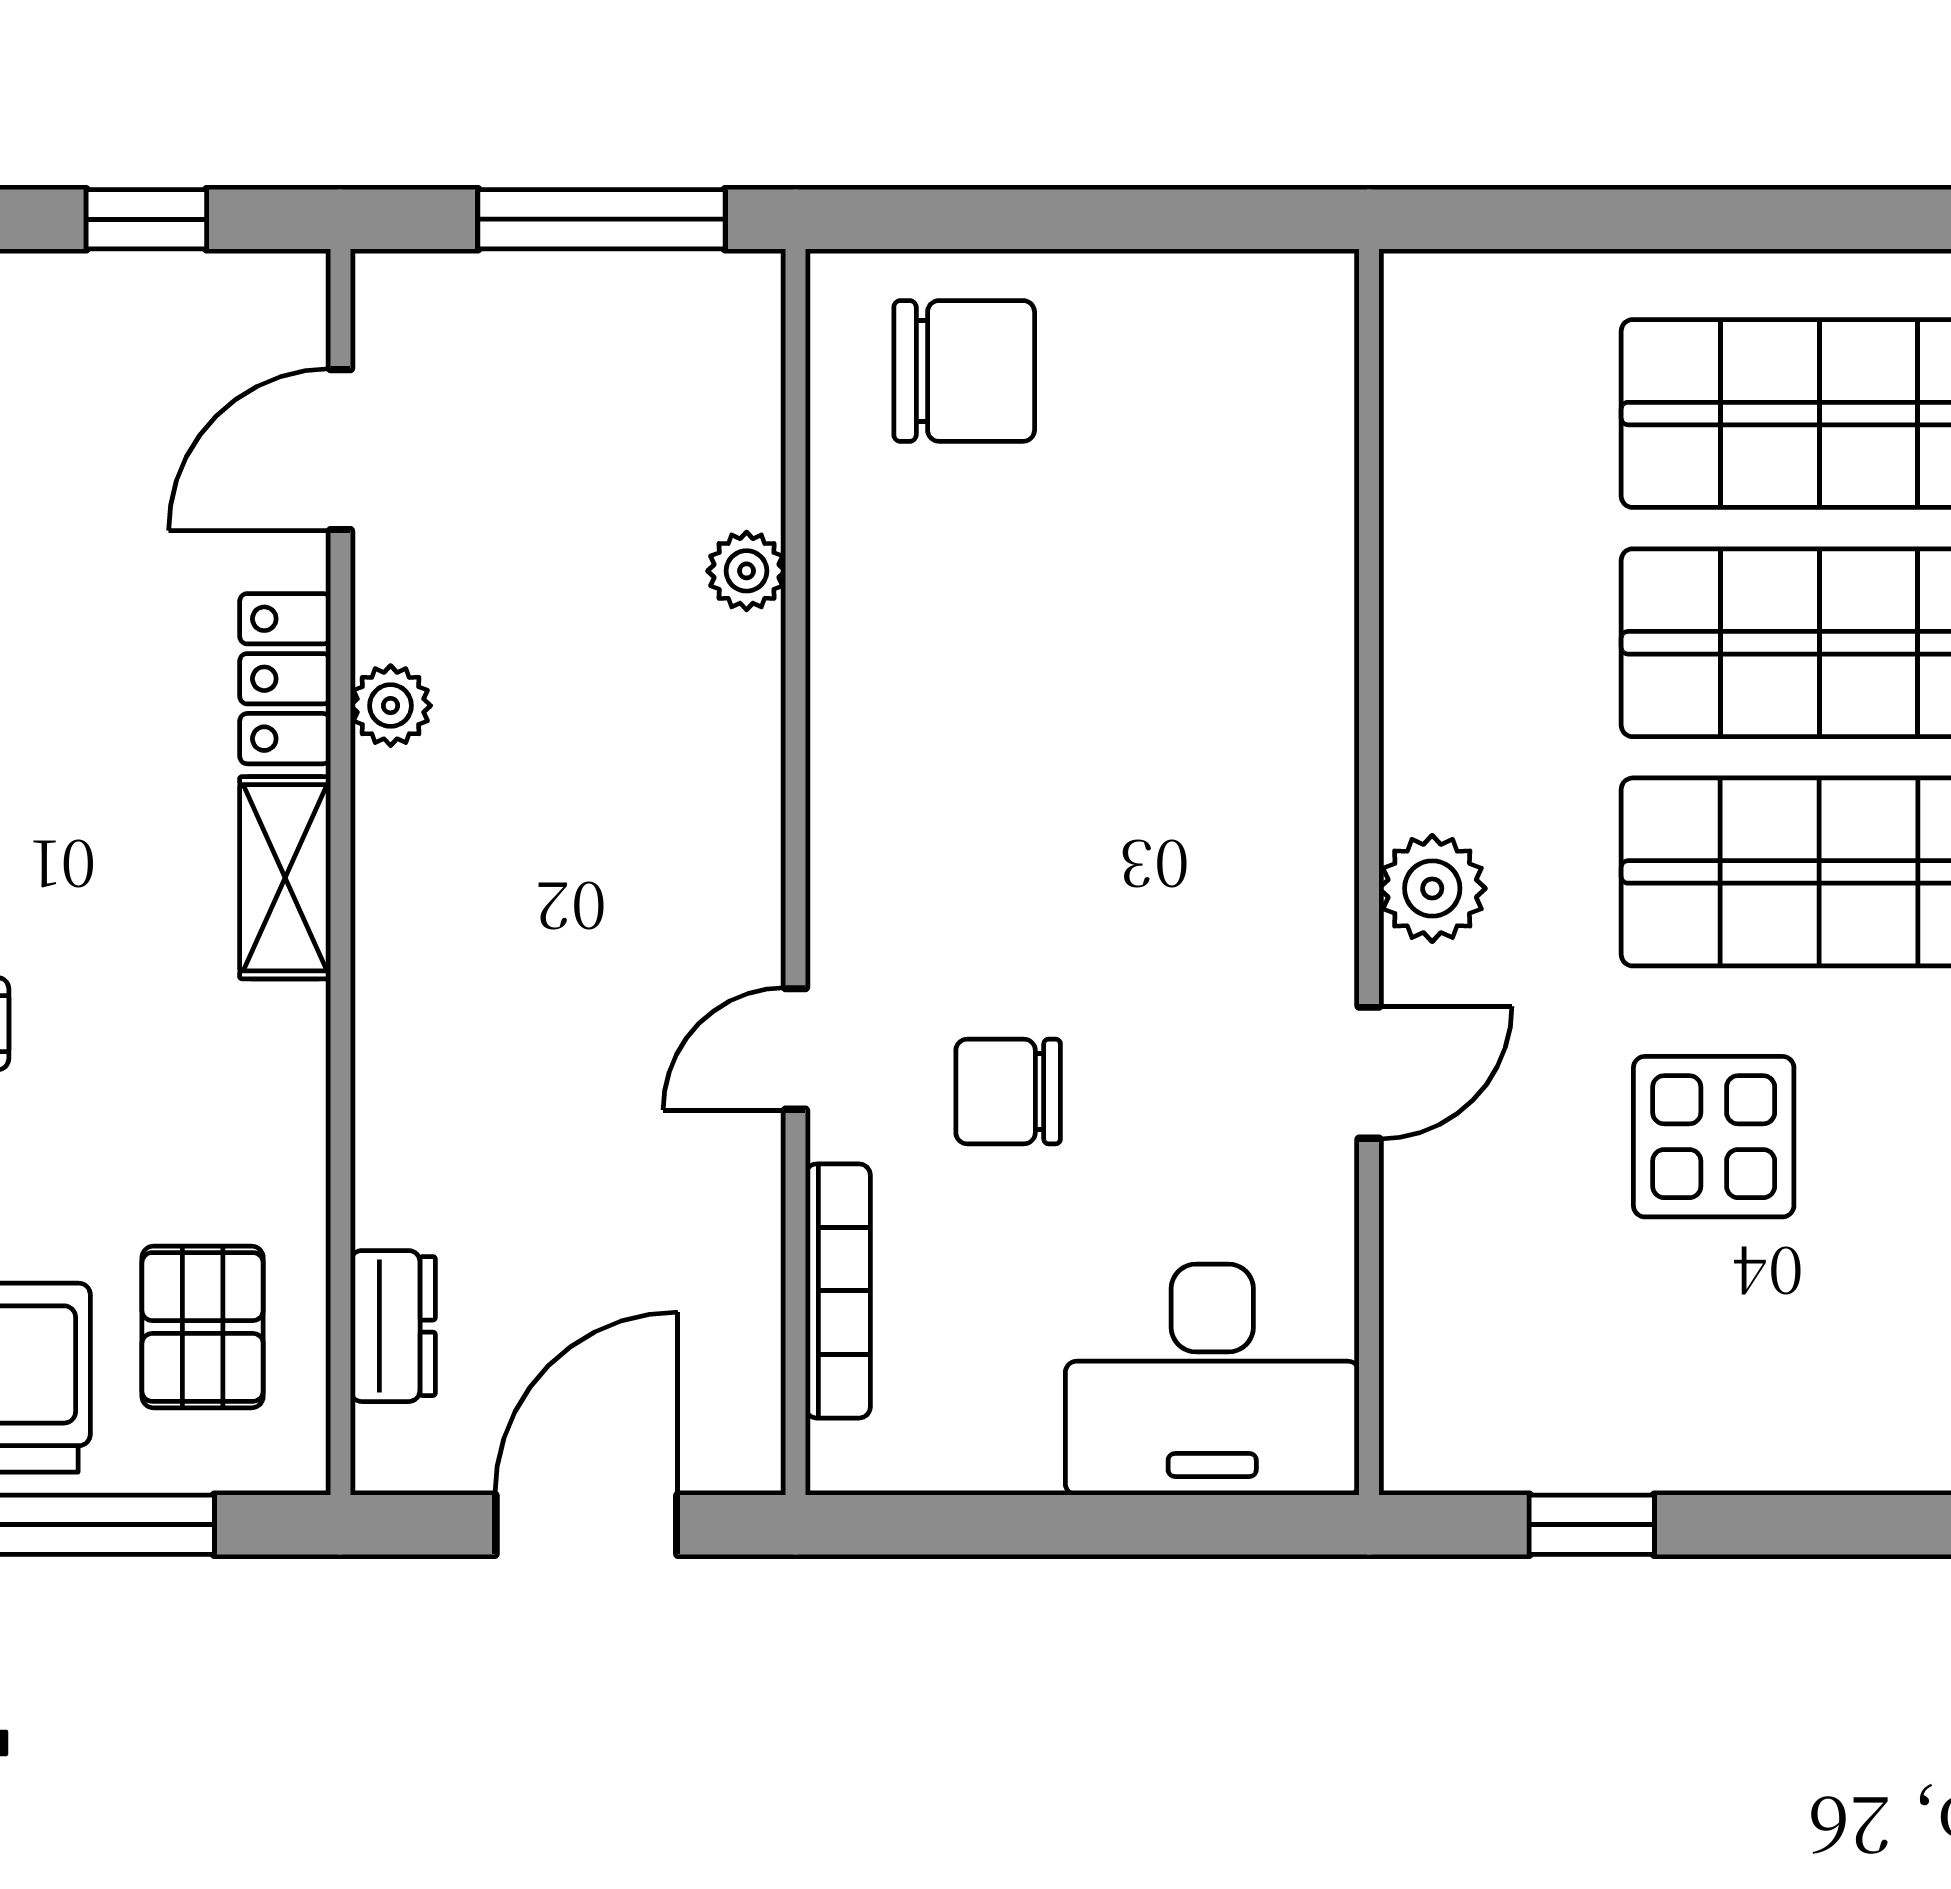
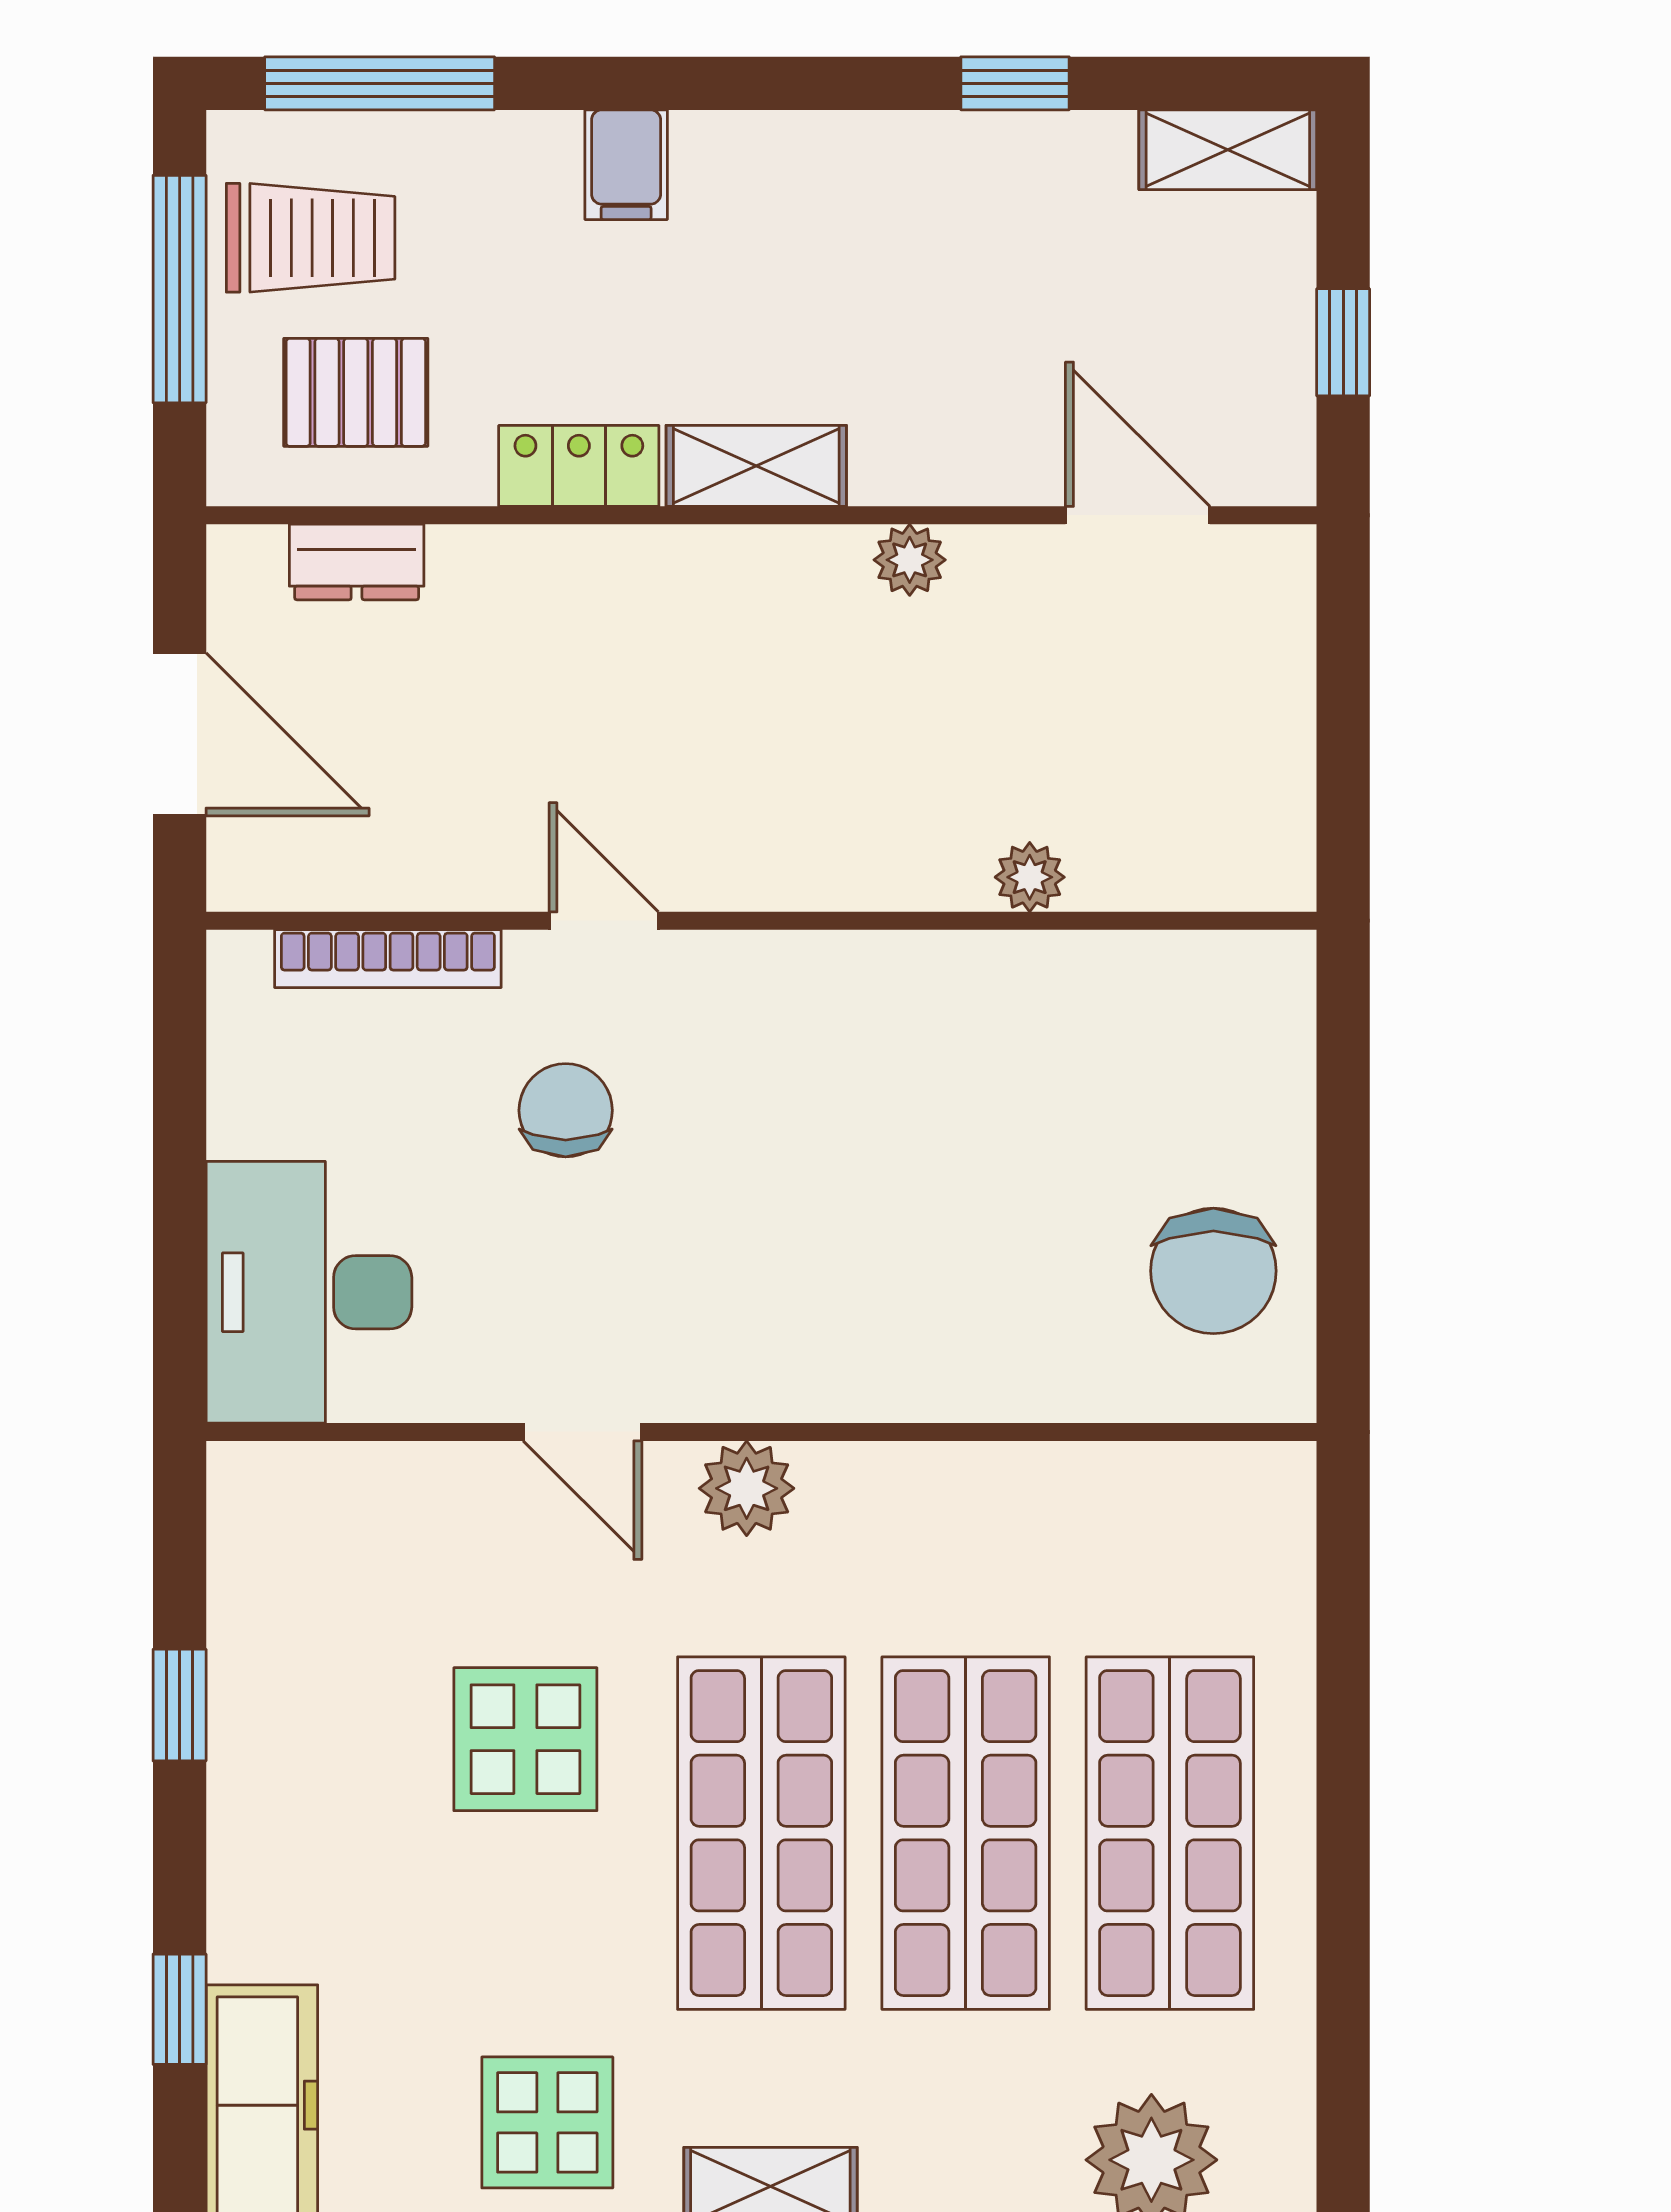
window: (601, 219) -> (1343, 748), removed
chair: (964, 371) -> (1213, 1271), moved
locker: (285, 679) -> (579, 466), moved
window: (1592, 1525) -> (180, 1705), moved

